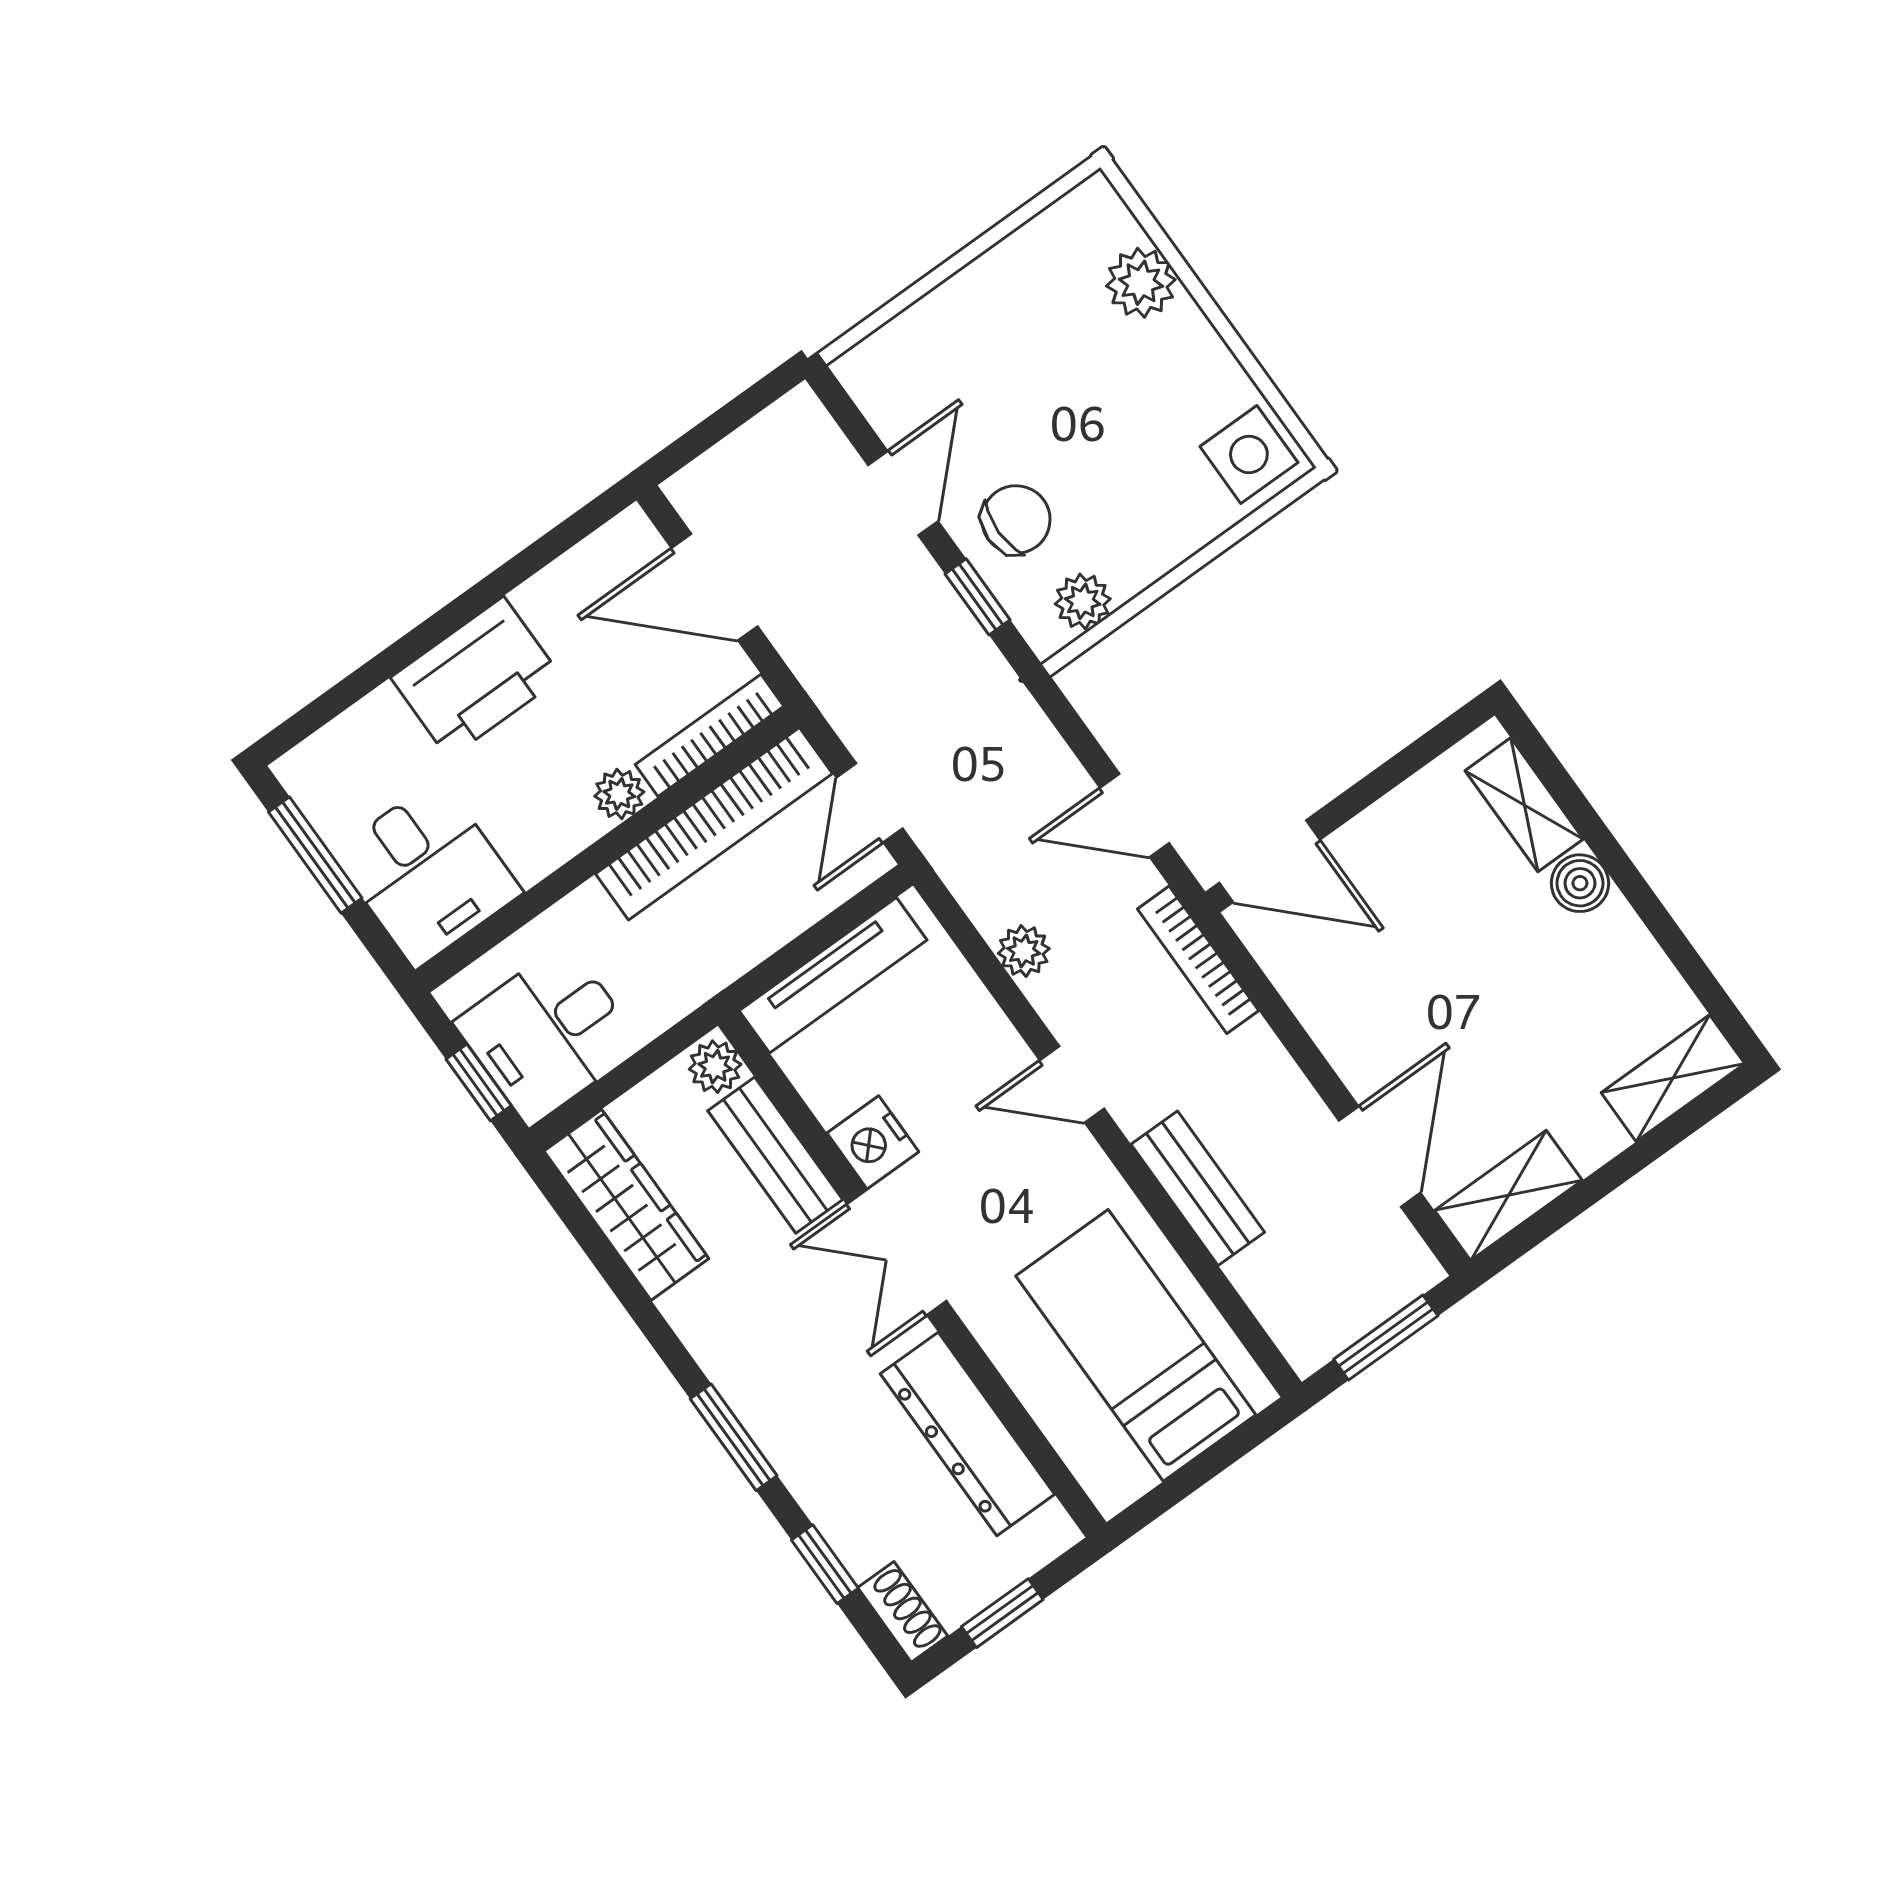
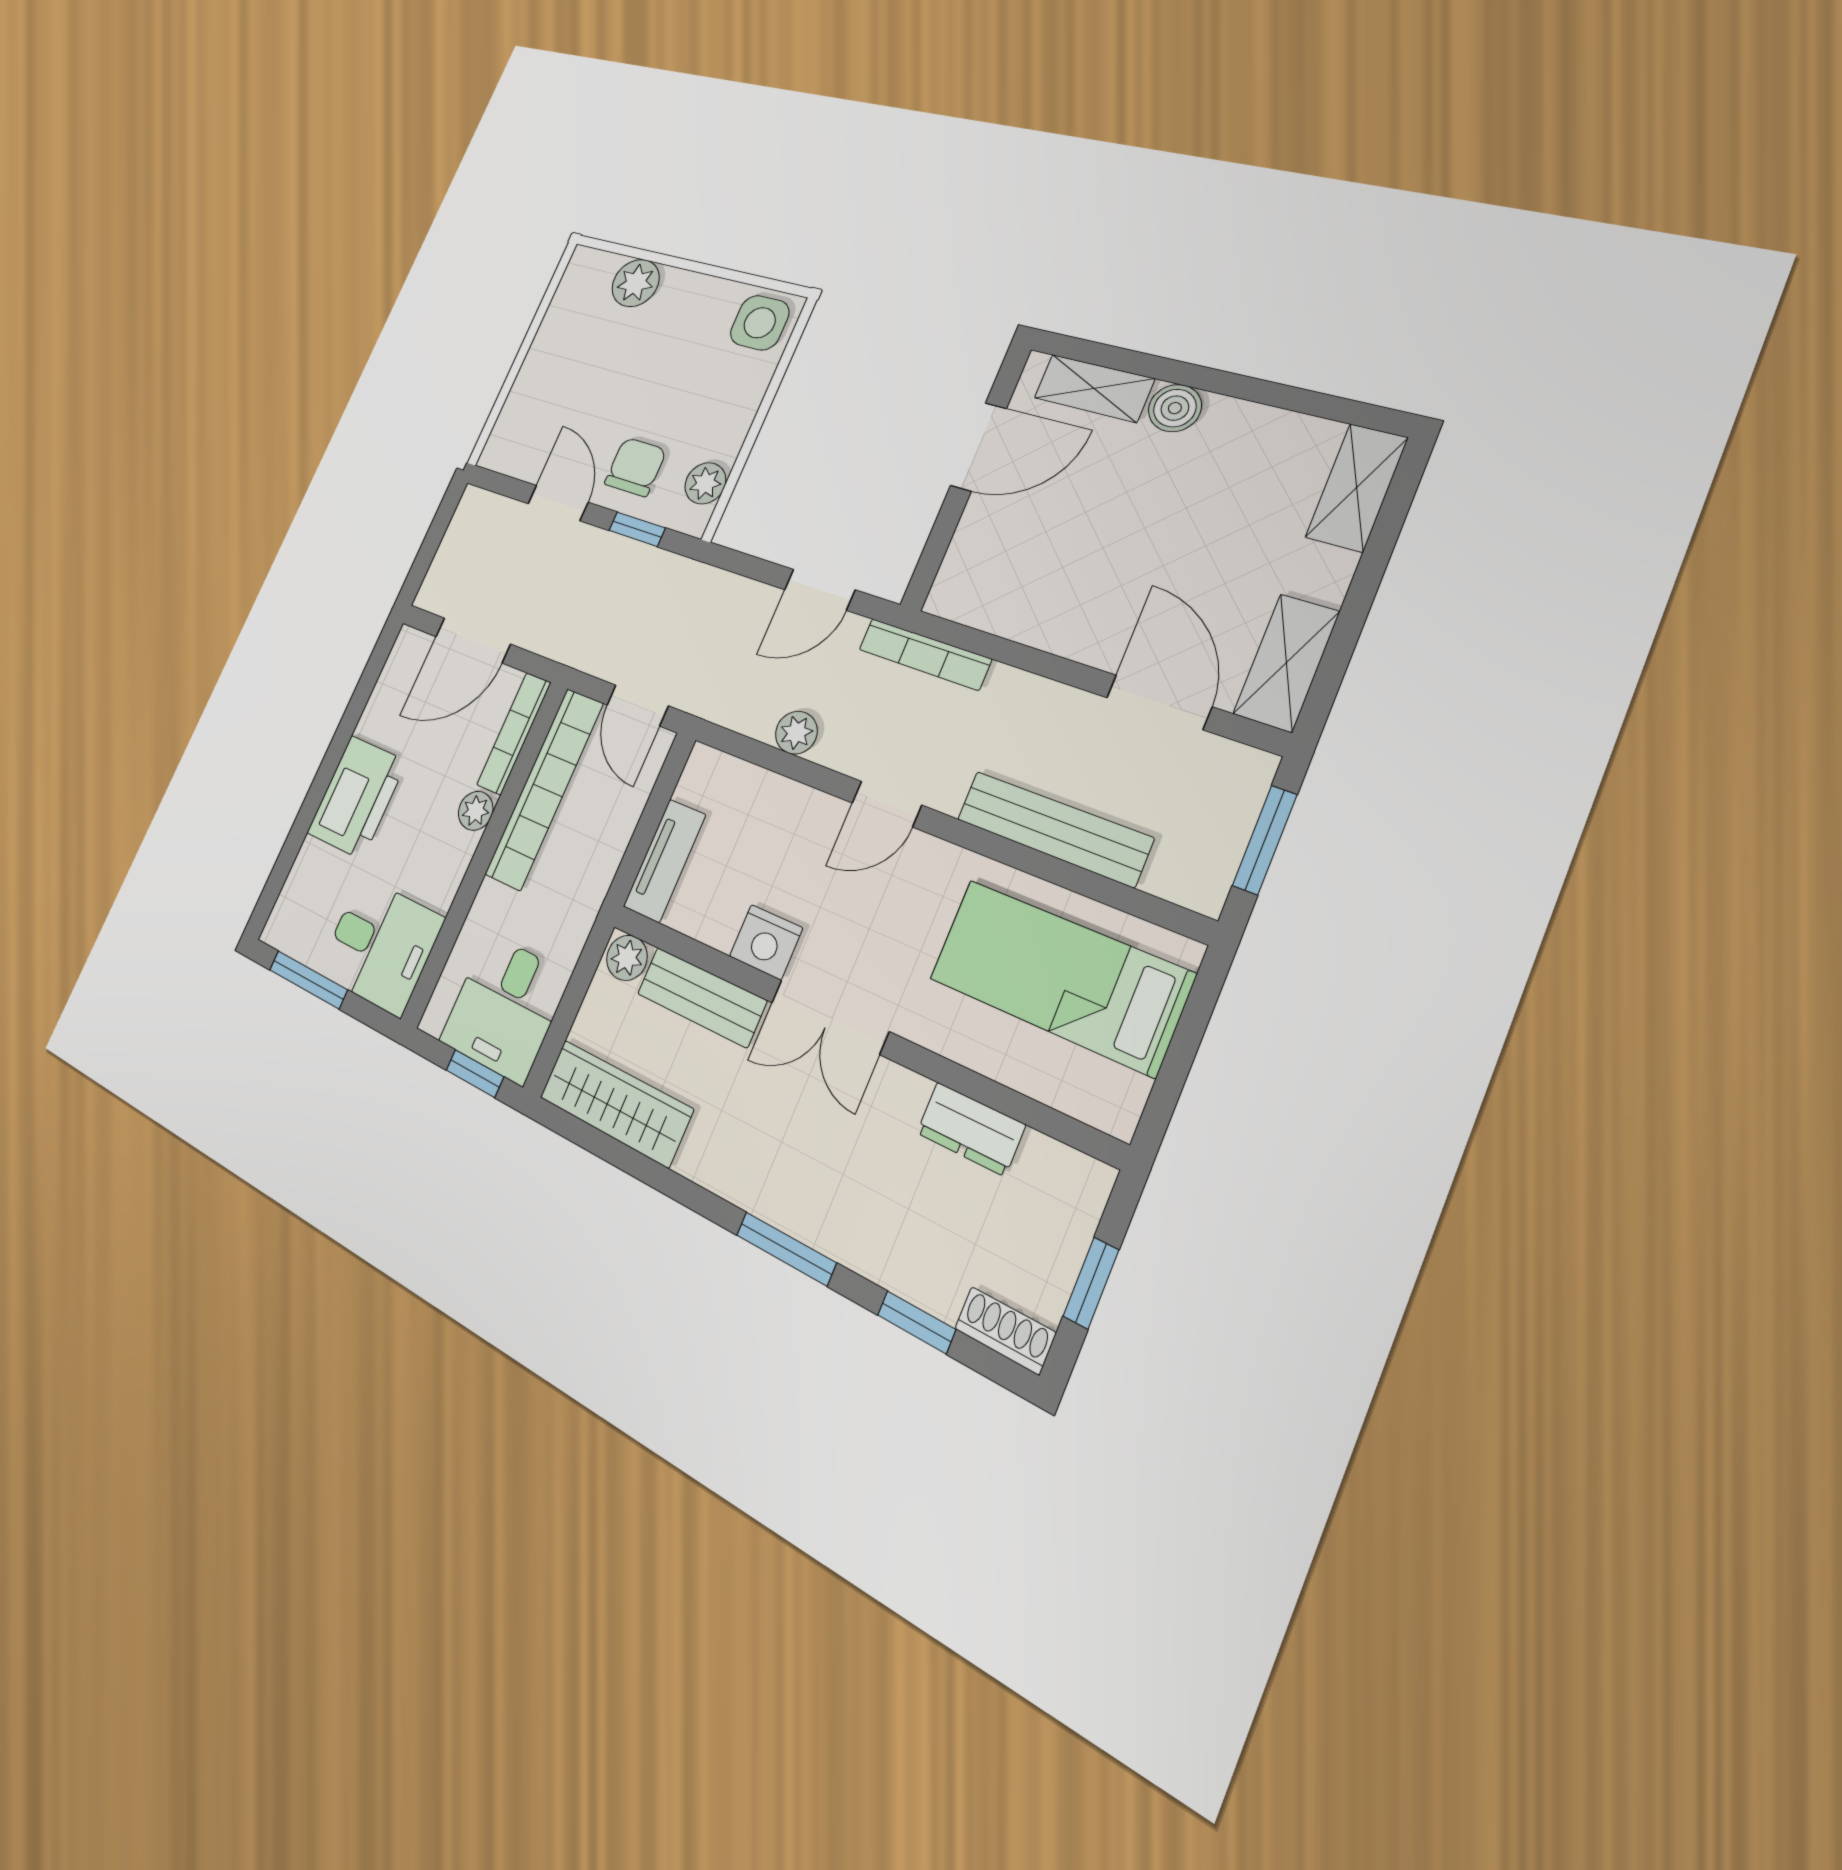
door: (1270, 861) -> (978, 447), moved
tv unit: (833, 975) -> (665, 861), width x0.71
bench: (1198, 1188) -> (1054, 828), width x1.36
dresser: (967, 1434) -> (971, 1129), width x0.51, depth x0.80

